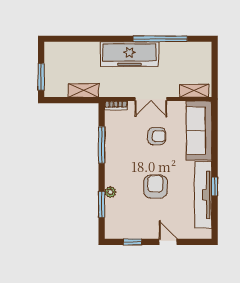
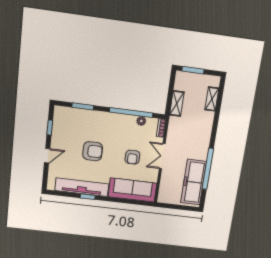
freezer: (129, 54) -> (194, 182), moved
shelving: (194, 91) -> (212, 99), moved
window: (102, 145) -> (131, 113), width x1.46
plant: (110, 192) -> (141, 121), moved

